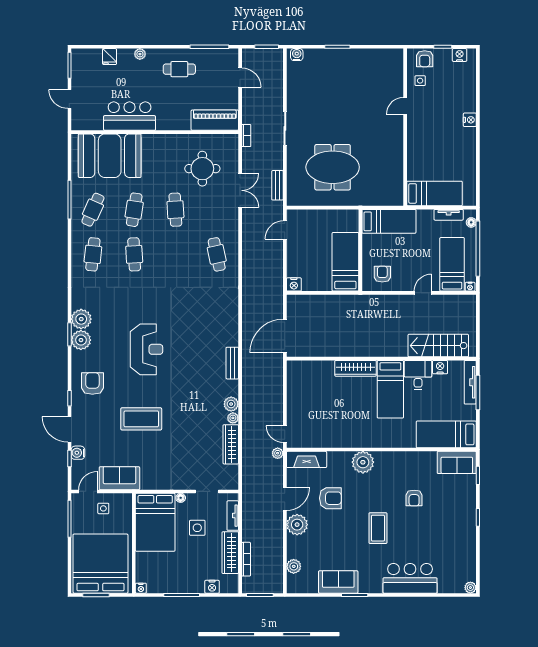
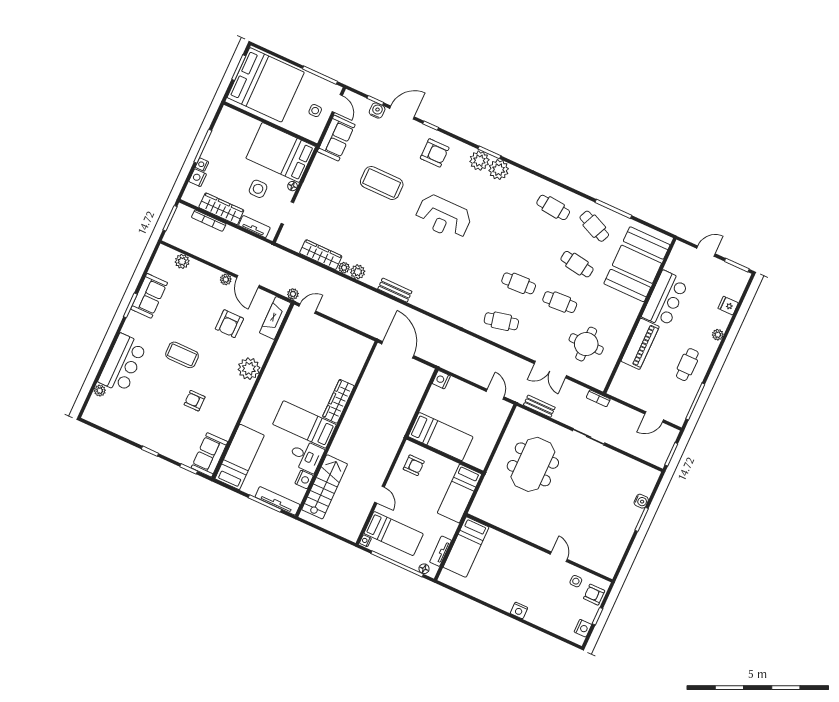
water cooler: (297, 55) -> (641, 501), moved
piano: (215, 120) -> (640, 344), moved
cafe table: (134, 254) -> (519, 283), moved
coffee table: (141, 419) -> (382, 183), turned 90
plant: (297, 525) -> (226, 279), width x0.53, depth x0.53
nightstand: (141, 588) -> (202, 165), moved
plant: (470, 588) -> (100, 391), moved

